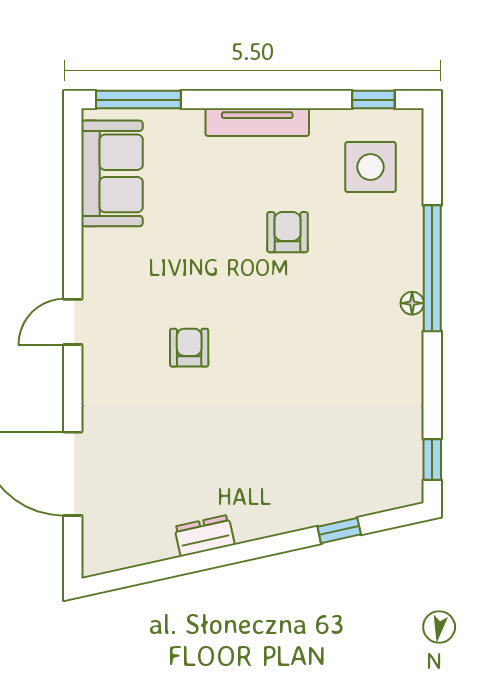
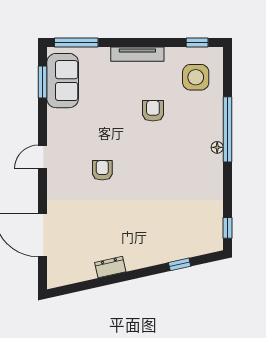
window: (73, 176) -> (42, 82), added

